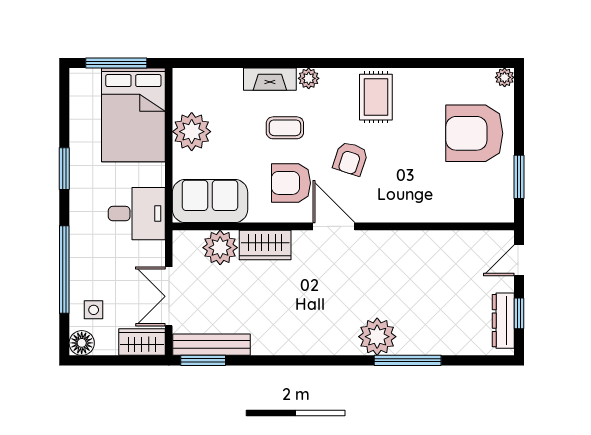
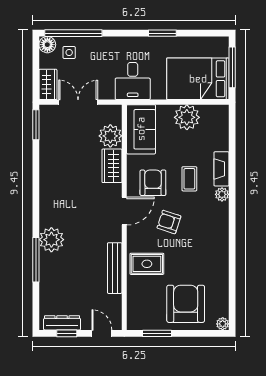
rug: (376, 97) -> (147, 264), moved
window: (64, 270) -> (73, 33), moved
bench: (211, 345) -> (115, 268), moved

